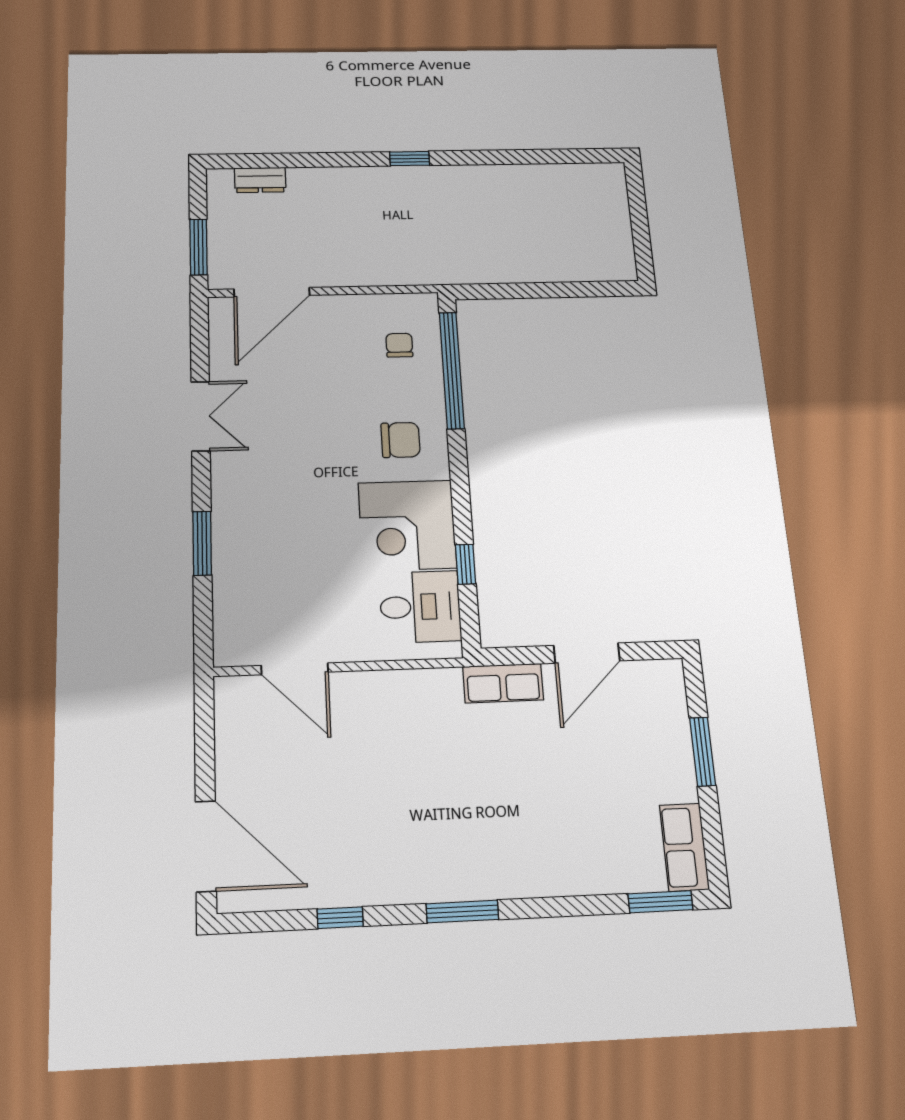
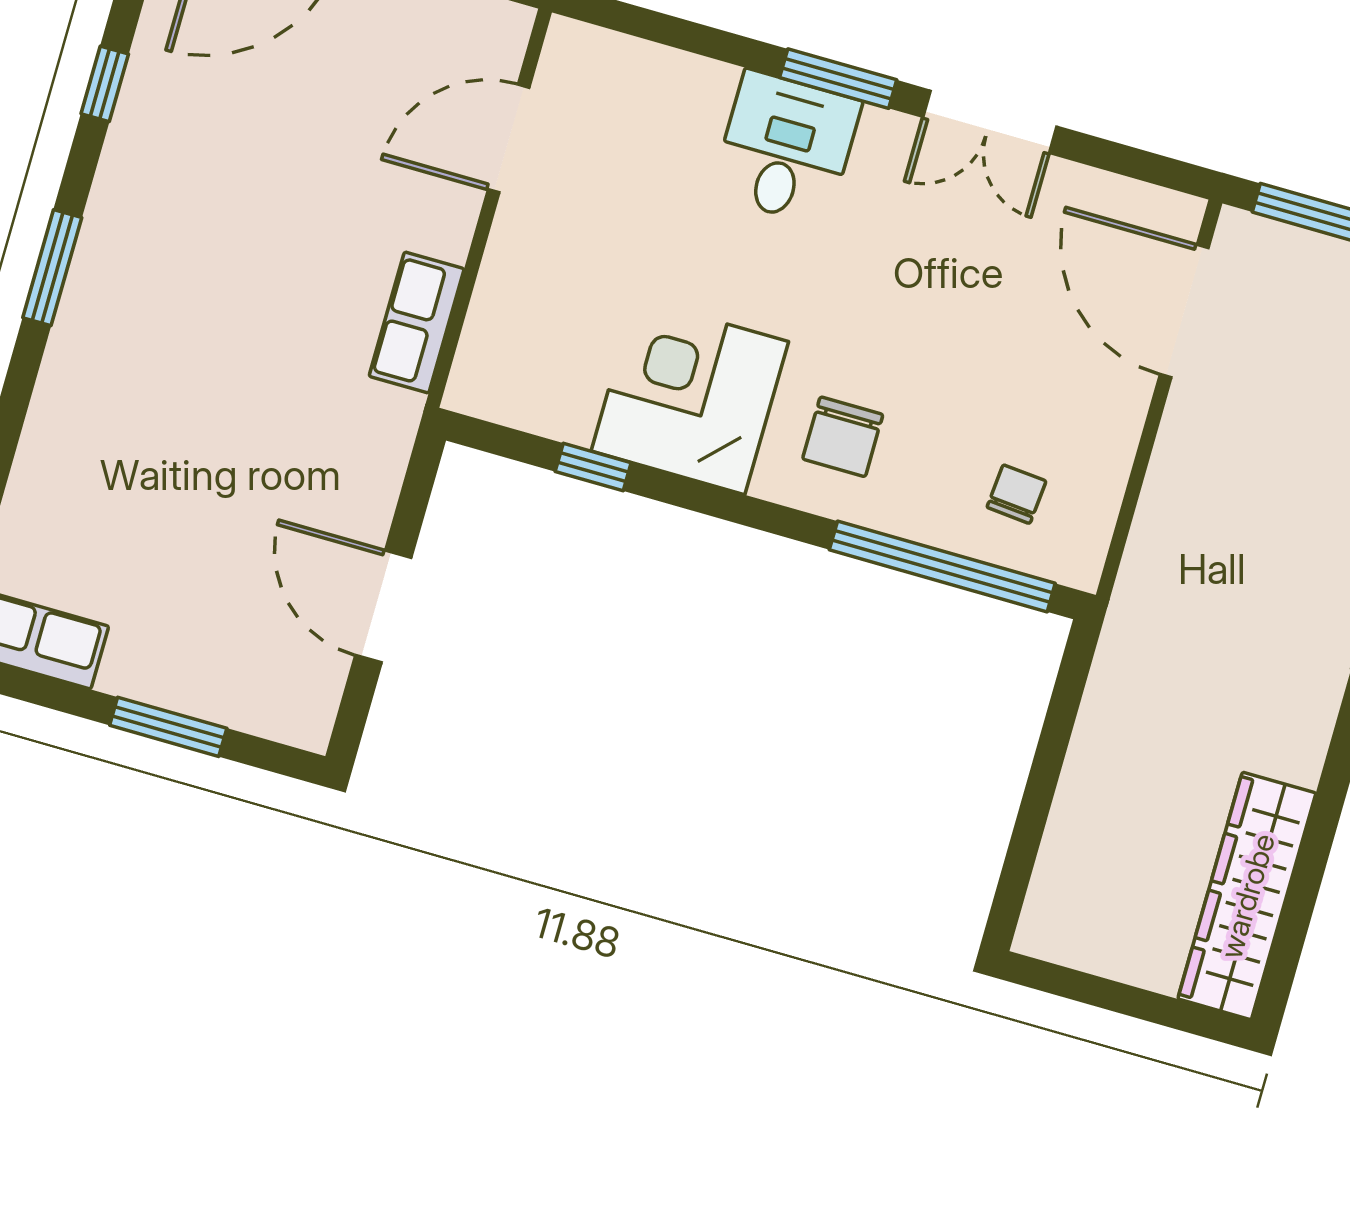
wardrobe: (564, 181) -> (1247, 896), added
chair: (399, 345) -> (1016, 494), turned -85
window: (202, 543) -> (838, 79), moved
desk: (420, 607) -> (786, 148), moved, turned 180
row of seats: (503, 683) -> (417, 322), moved

